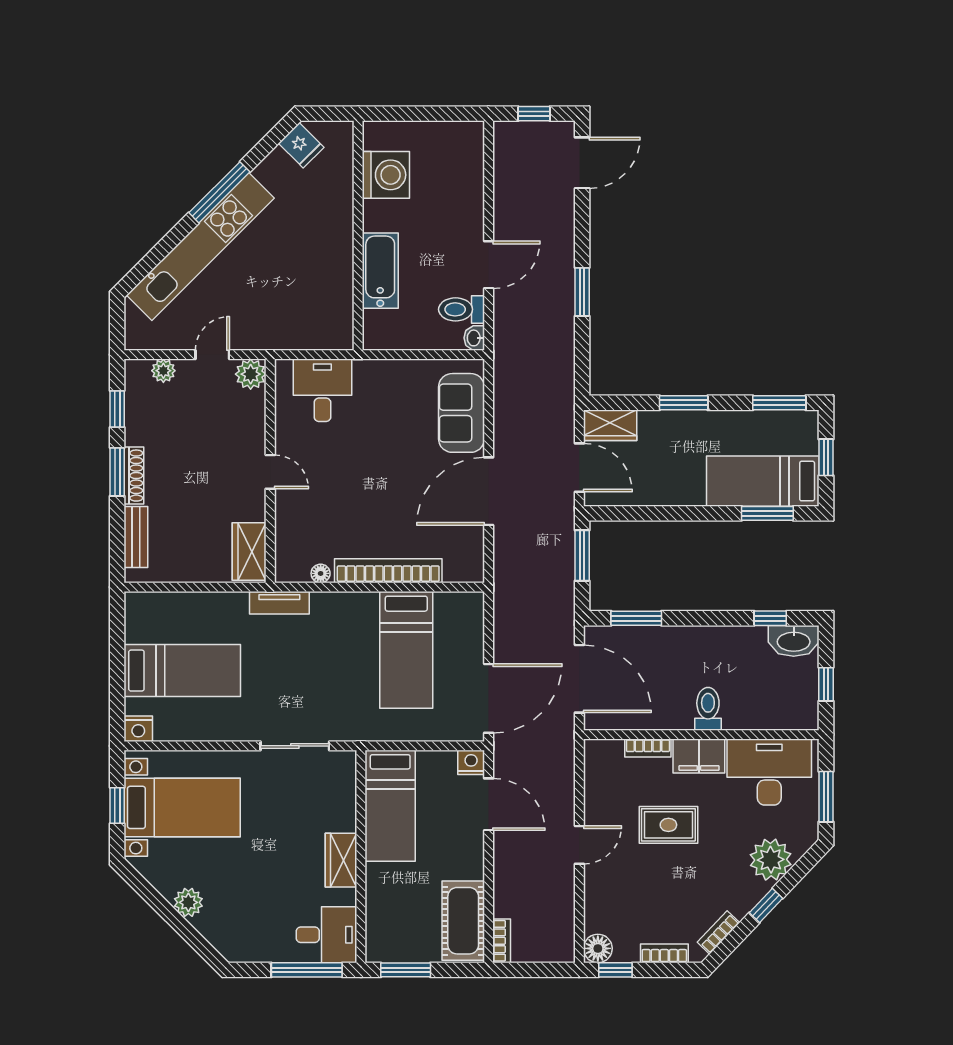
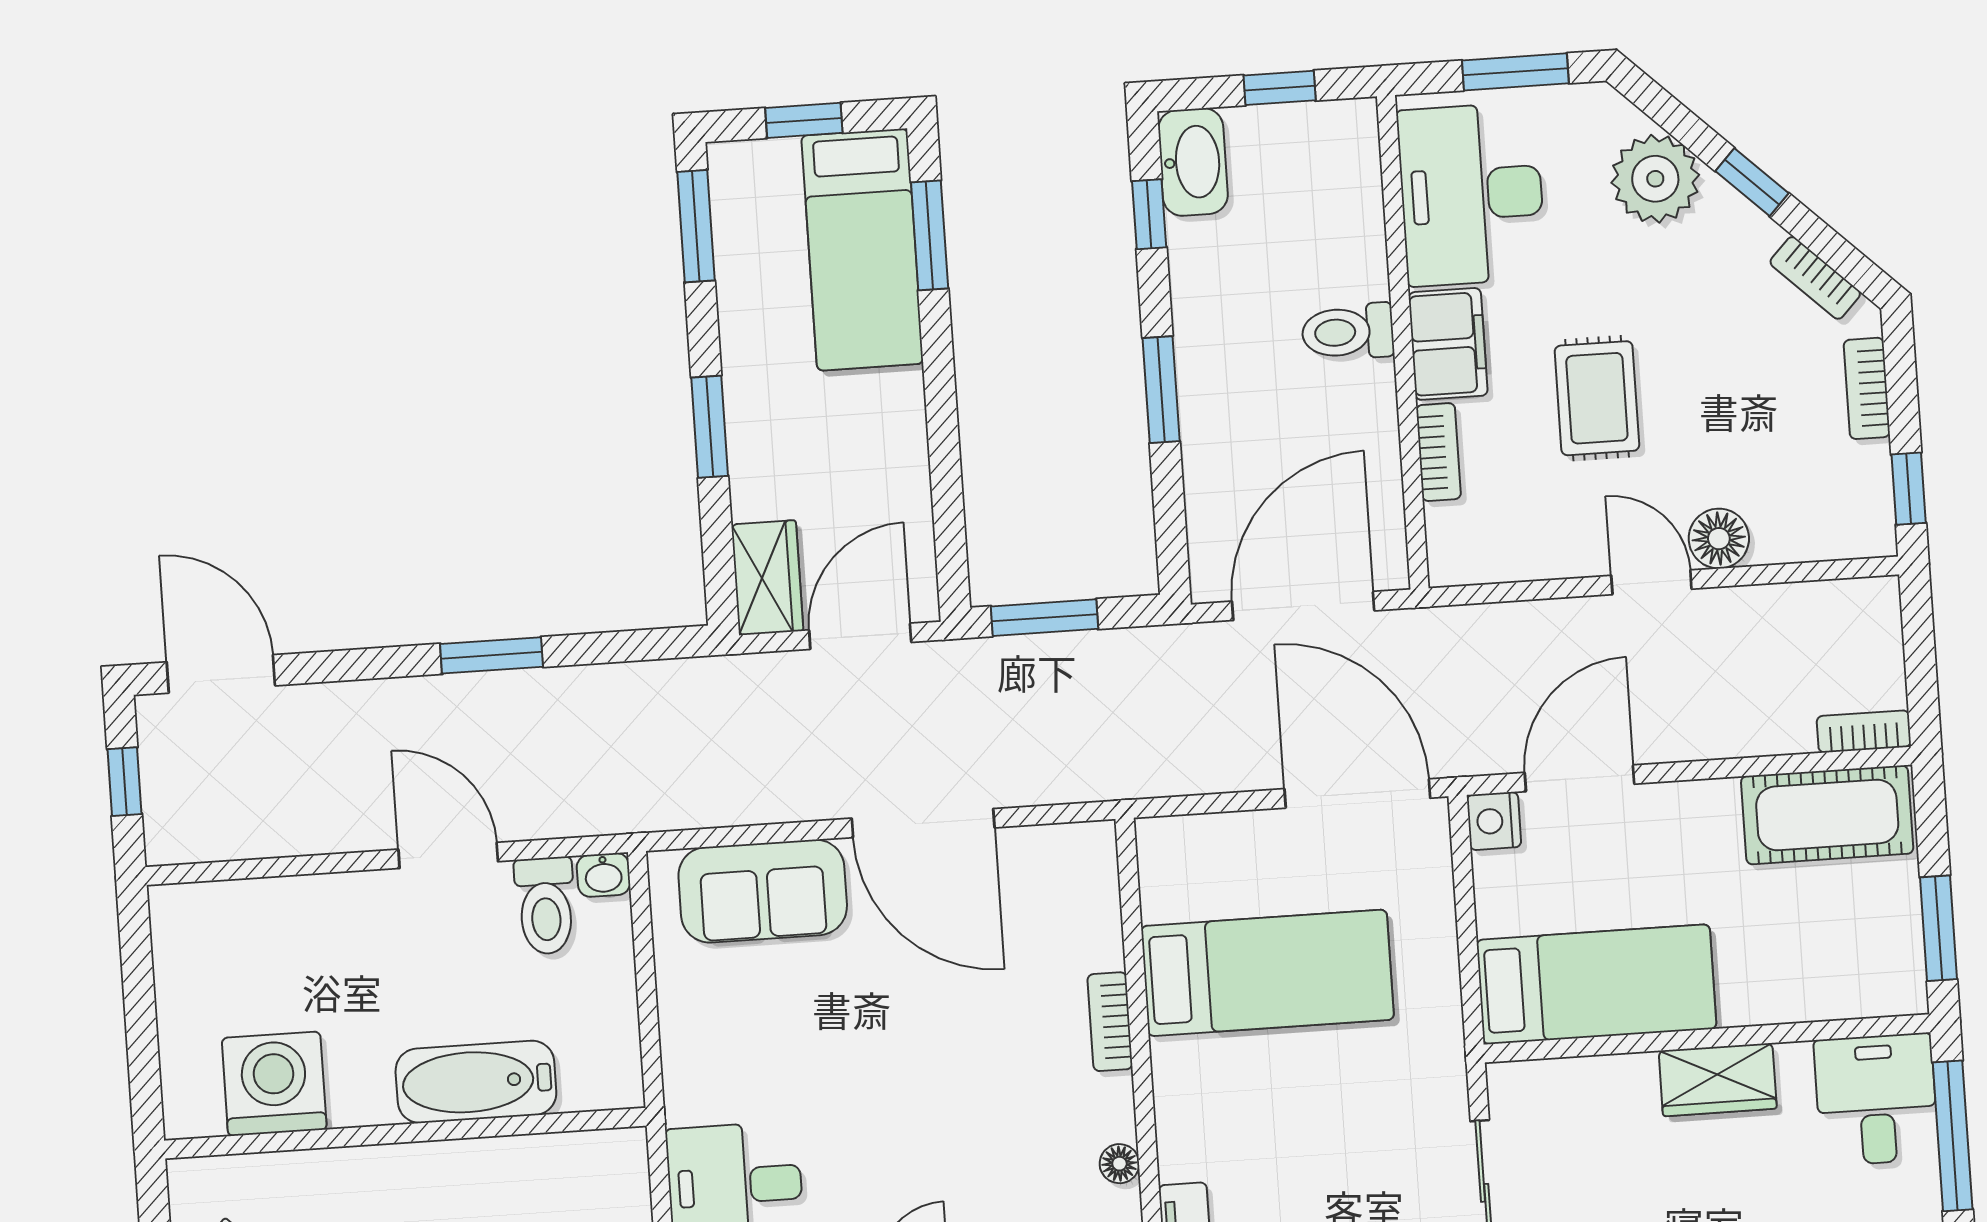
bookcase: (388, 571) -> (1110, 1022), width x0.43, depth x0.76
window: (636, 618) -> (1161, 390), moved
floor lamp: (598, 948) -> (1719, 539), moved

